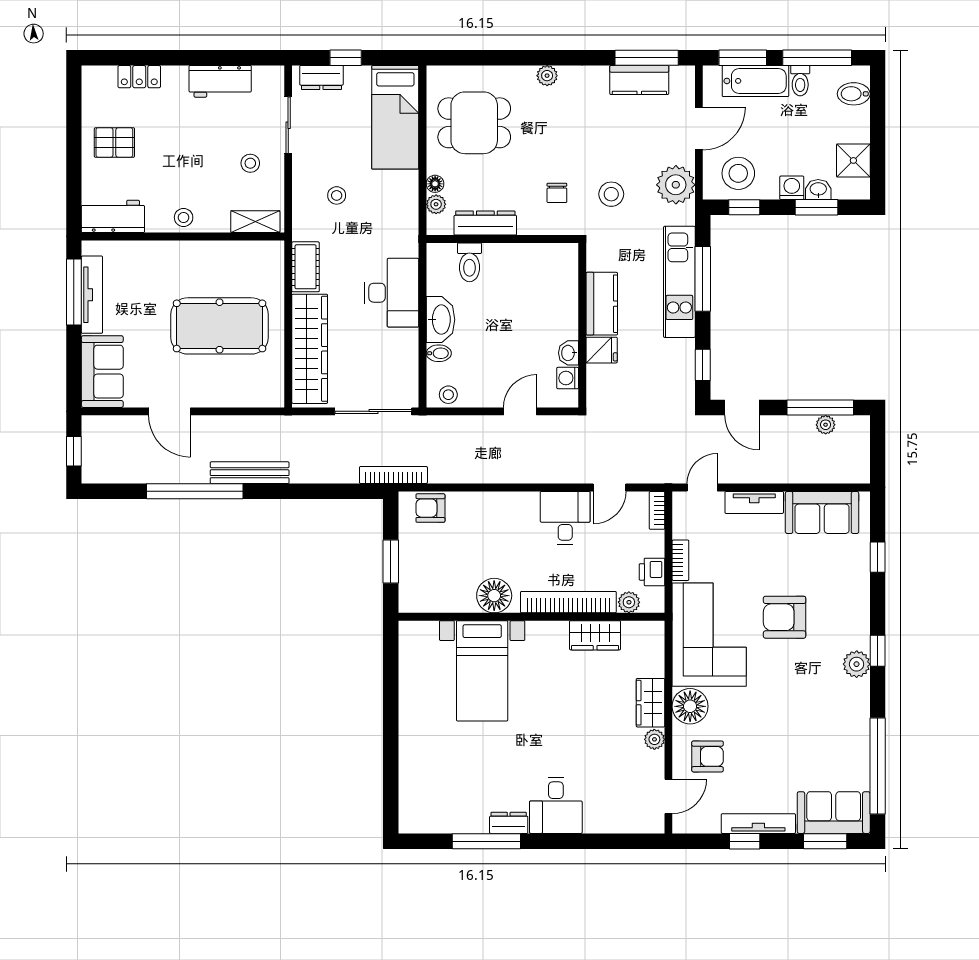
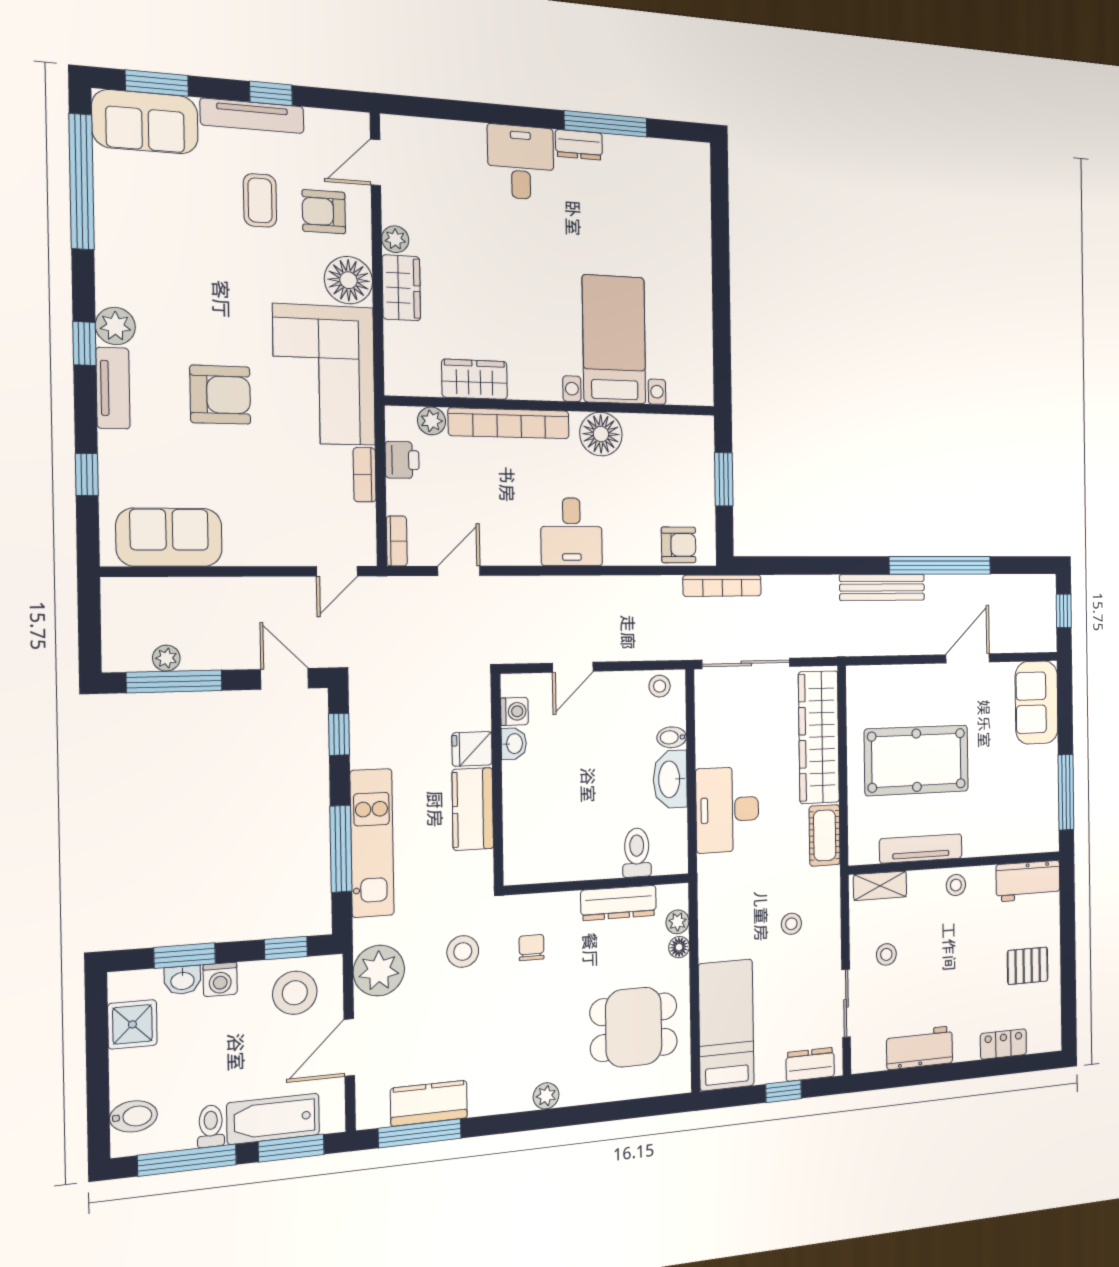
tv unit: (92, 295) -> (921, 848), moved, turned 90
door: (169, 411) -> (968, 658), hinge flipped
tv unit: (754, 502) -> (113, 388), moved, turned 90
desk: (565, 518) -> (572, 532), moved
coffee table: (754, 762) -> (260, 200), added

